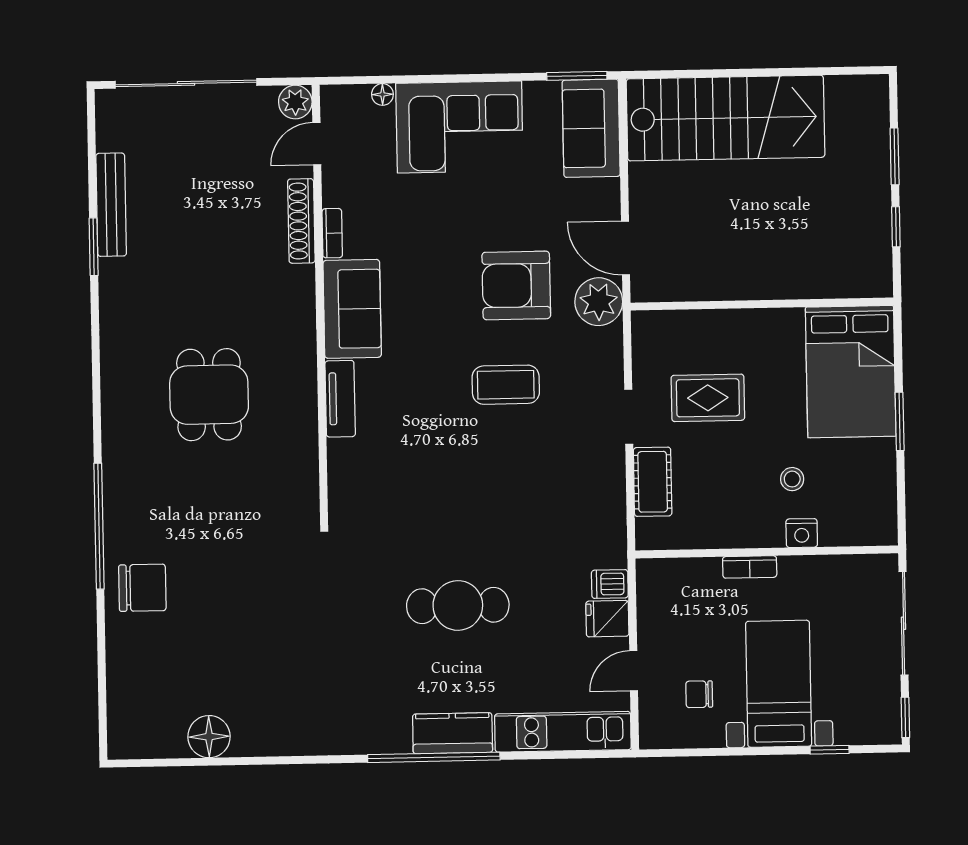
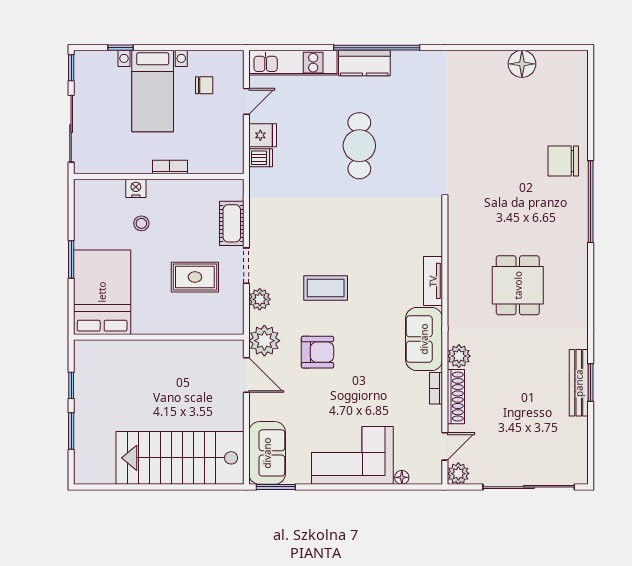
bench: (111, 205) -> (579, 383), moved
plant: (298, 284) -> (459, 356), added
armchair: (516, 285) -> (318, 352), width x0.73, depth x0.73
plant: (607, 365) -> (260, 299), added
cafe table: (458, 605) -> (359, 146), turned 90

